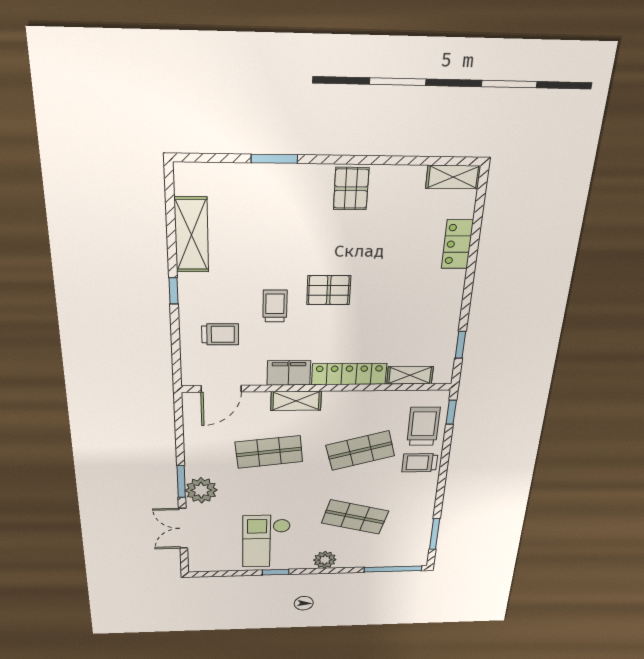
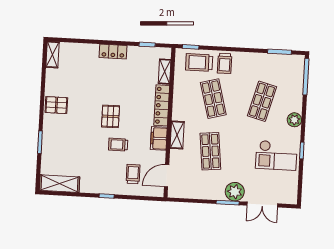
shelving: (192, 235) -> (59, 184), moved
locker: (457, 244) -> (113, 51), moved
door: (221, 389) -> (167, 176), swing flipped

